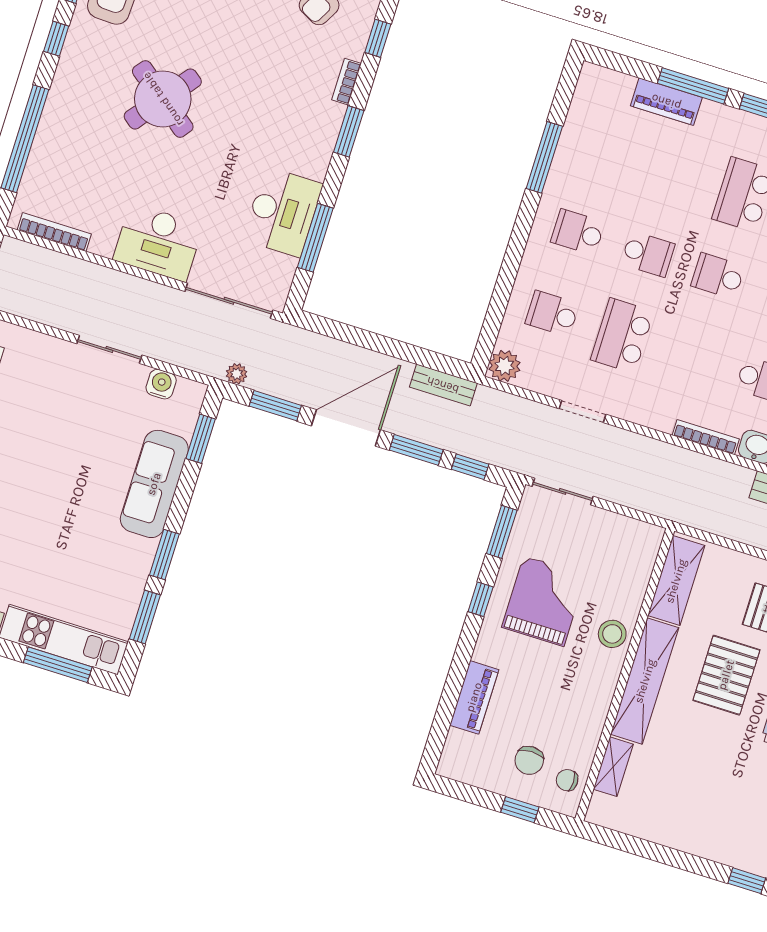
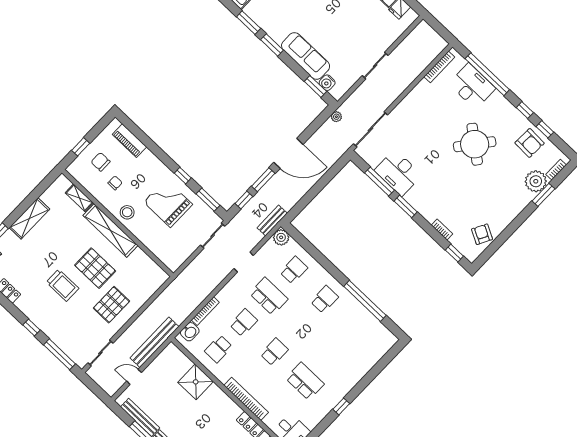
window: (693, 86) -> (364, 383), removed
piano: (666, 102) -> (363, 367), removed
window: (349, 131) -> (406, 206), moved
window: (544, 157) -> (365, 301), width x1.46
desk: (158, 242) -> (472, 86), moved, turned 90
school desk: (648, 254) -> (244, 323), moved, turned 180
water cooler: (161, 384) -> (327, 83), moved, turned 90
bench: (443, 385) -> (272, 221), moved
window: (275, 406) -> (314, 127), removed
door: (346, 428) -> (288, 153), hinge flipped
shelving: (676, 581) -> (29, 218), moved, turned 90
grand piano: (544, 601) -> (168, 203), turned 180
stool: (612, 634) -> (127, 212), moved
piano: (474, 697) -> (129, 141), moved
chair: (567, 780) -> (115, 183), moved

